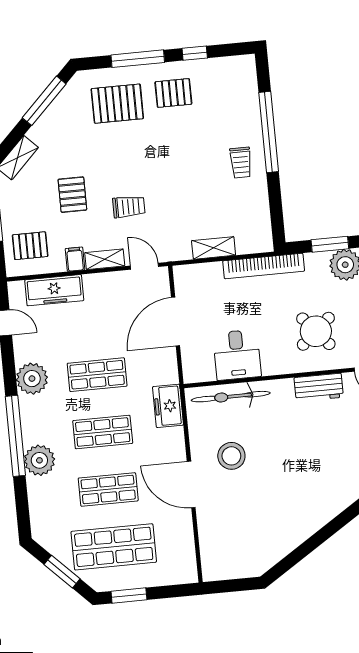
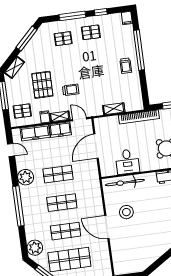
filing cabinet: (247, 67) -> (127, 18), added
pallet: (117, 104) -> (63, 39), width x0.67, depth x0.71
pallet: (72, 195) -> (42, 85), width x1.50, depth x1.42
freezer: (168, 406) -> (60, 130), moved, turned -90
plant: (39, 460) -> (35, 248), moved

